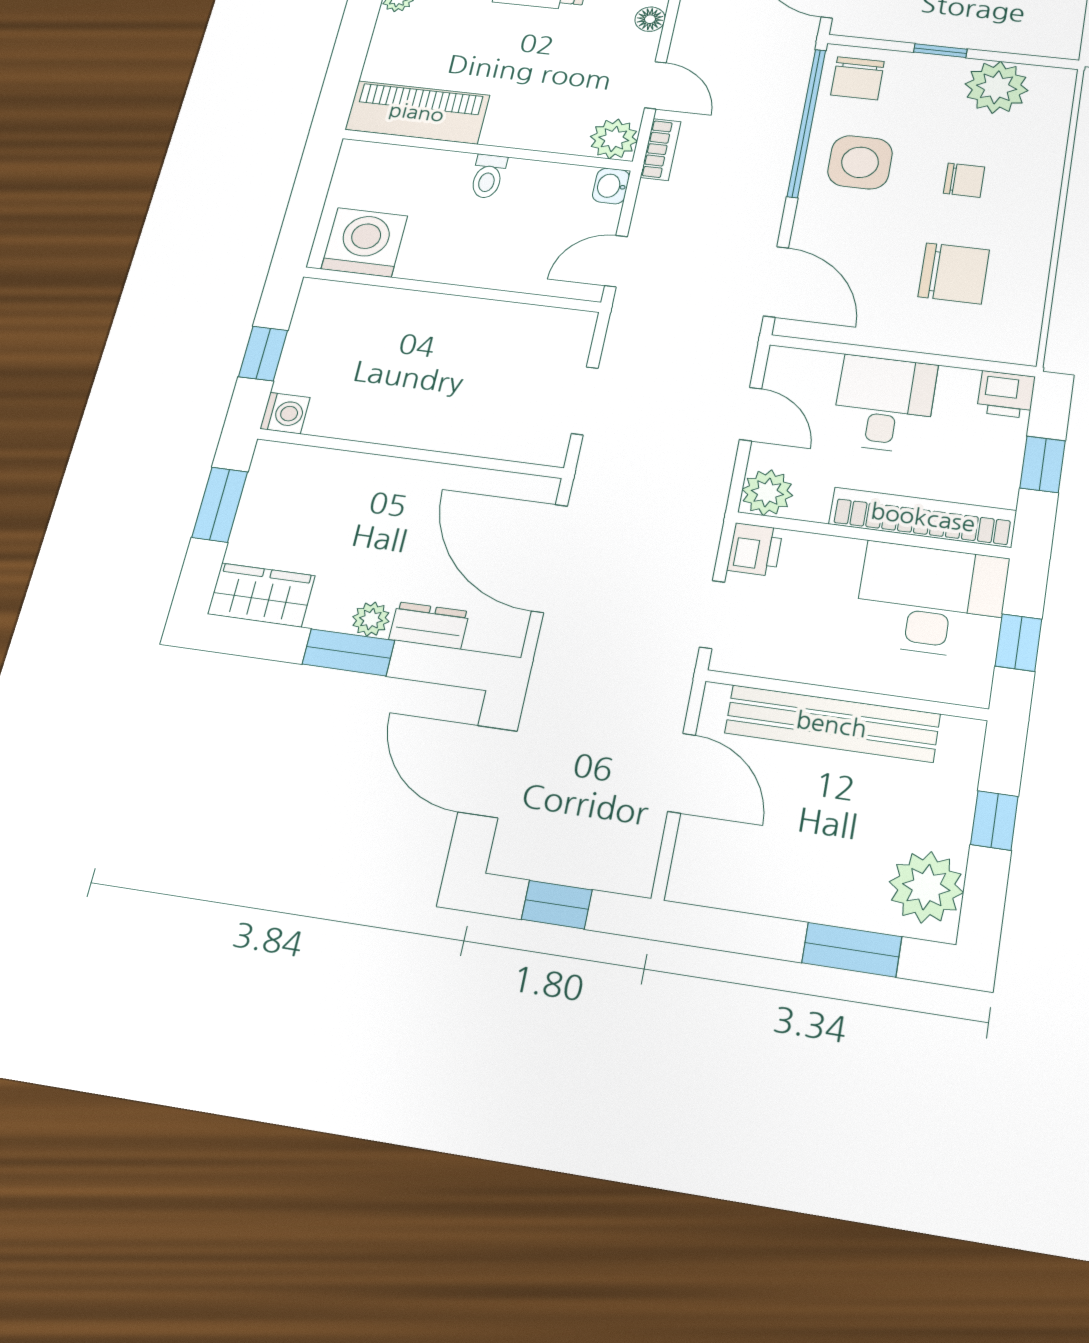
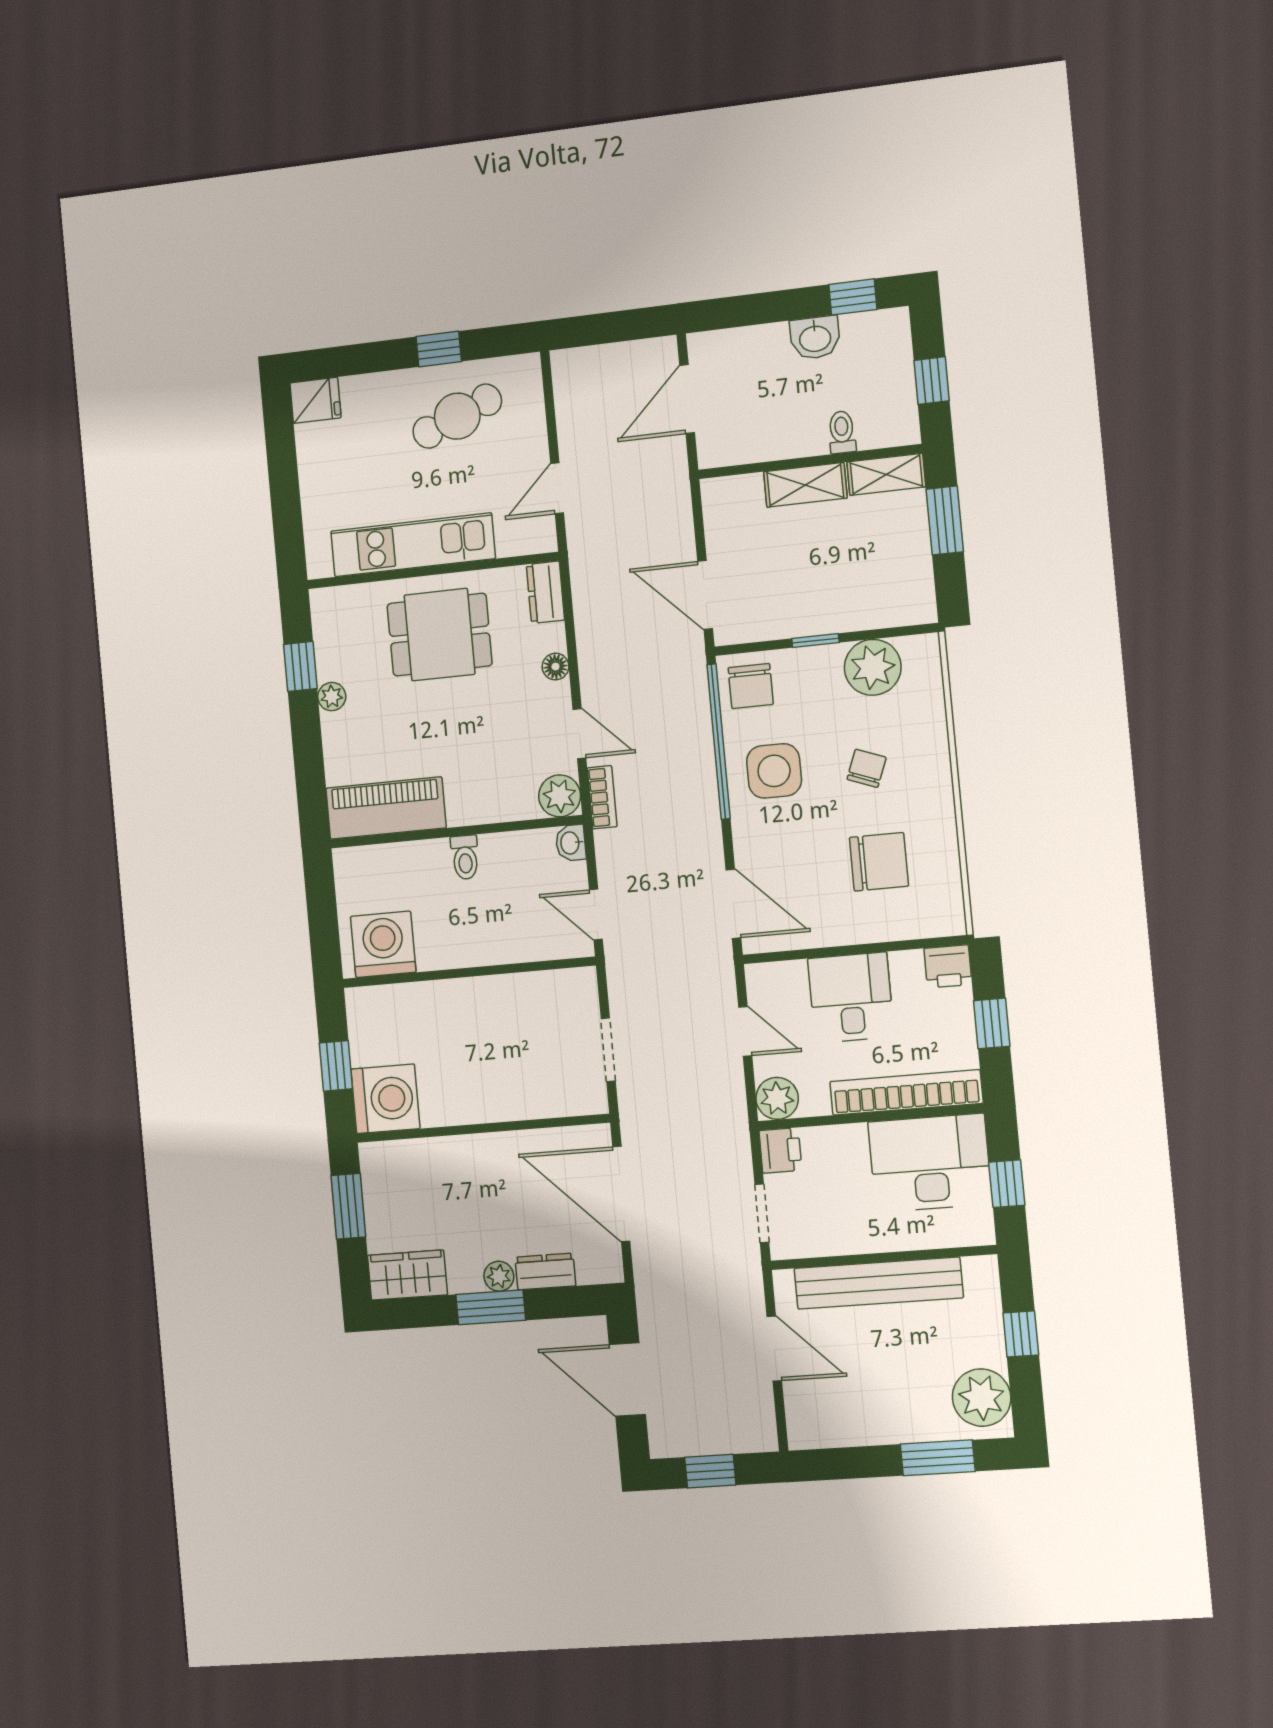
chair: (964, 180) -> (867, 768), turned -69
door: (616, 261) -> (596, 915), hinge flipped
washing machine: (285, 413) -> (385, 1099), width x1.89, depth x1.89

